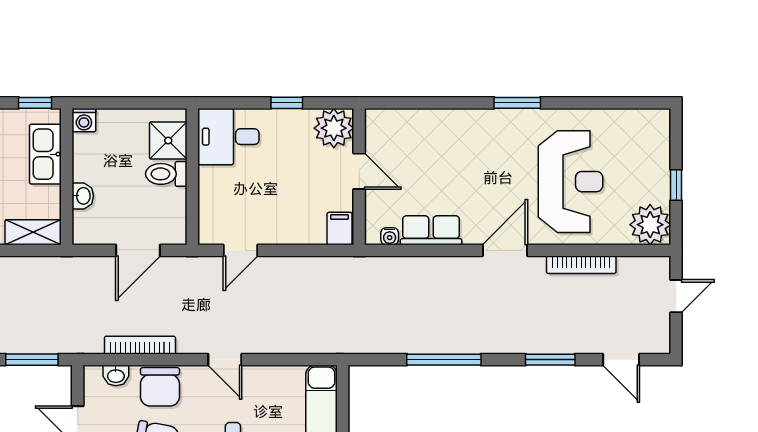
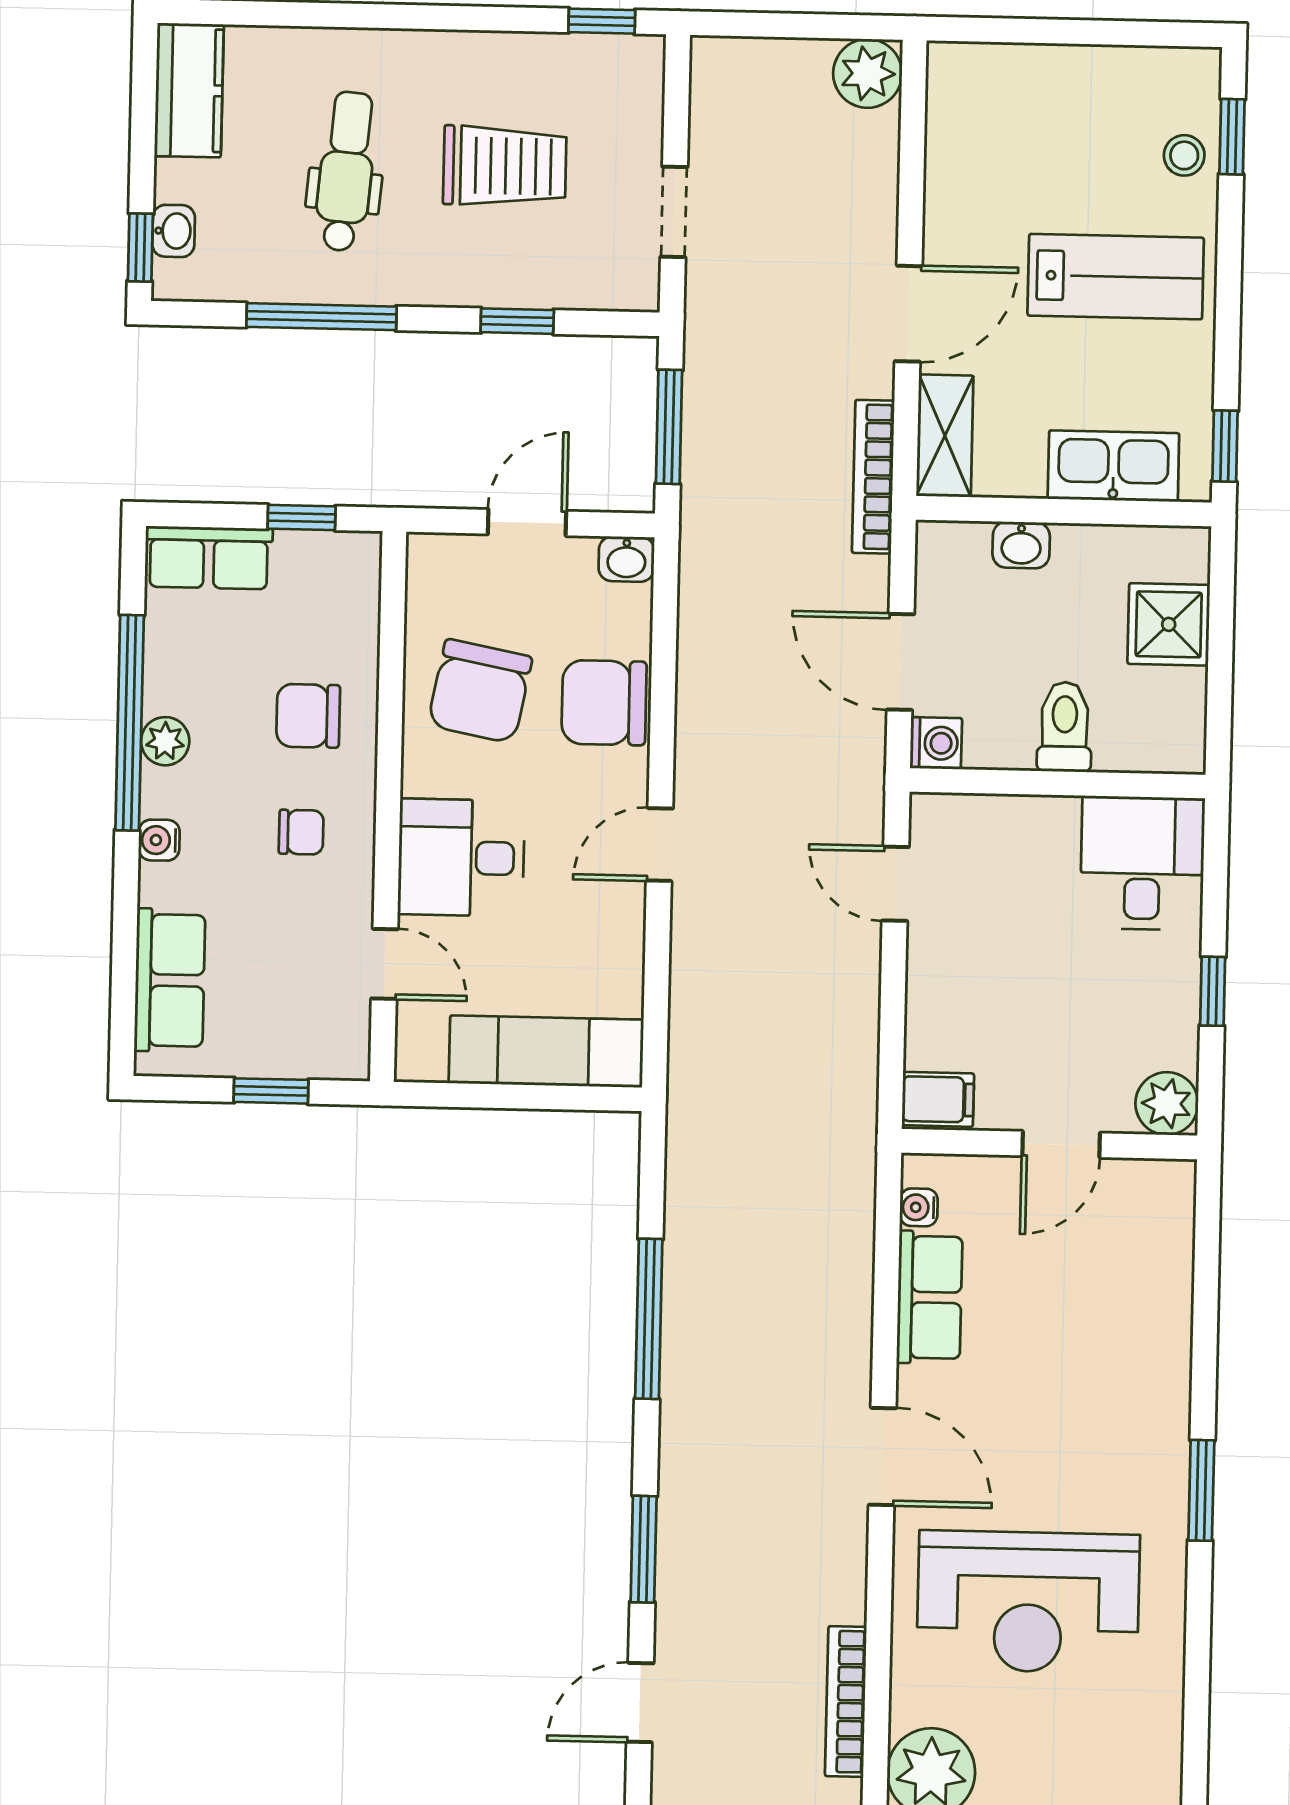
washing machine: (84, 120) -> (936, 743), moved, turned 180
plant: (334, 128) -> (1167, 1104), width x0.73, depth x0.73
shower: (168, 141) -> (1169, 624), moved
bookcase: (581, 265) -> (846, 1702), moved
bookcase: (140, 345) -> (873, 477), moved, turned 180
washbasin: (116, 375) -> (626, 559), moved, turned -90

